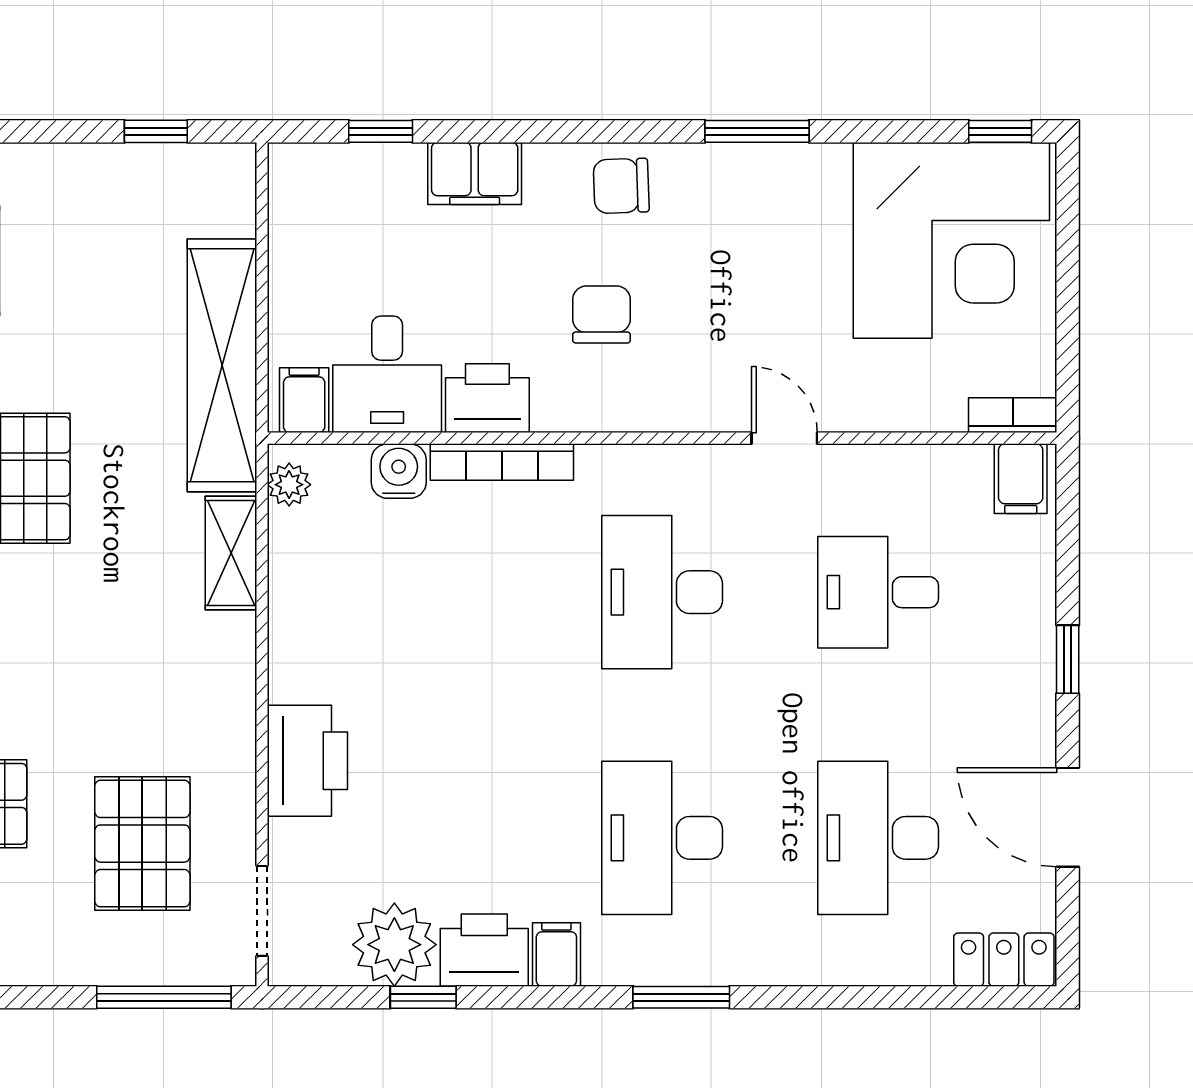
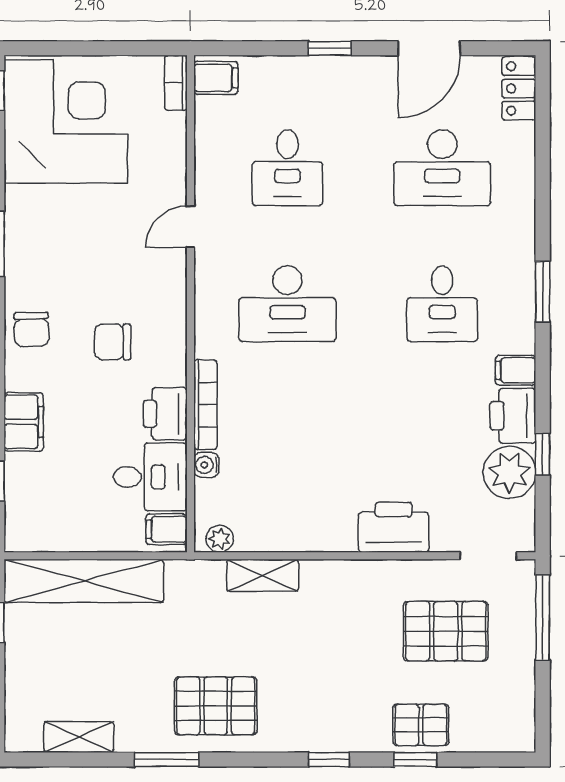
shelving: (222, 365) -> (84, 581), moved
water cooler: (399, 471) -> (206, 465), width x0.72, depth x0.72
desk: (662, 838) -> (442, 304), width x0.73

